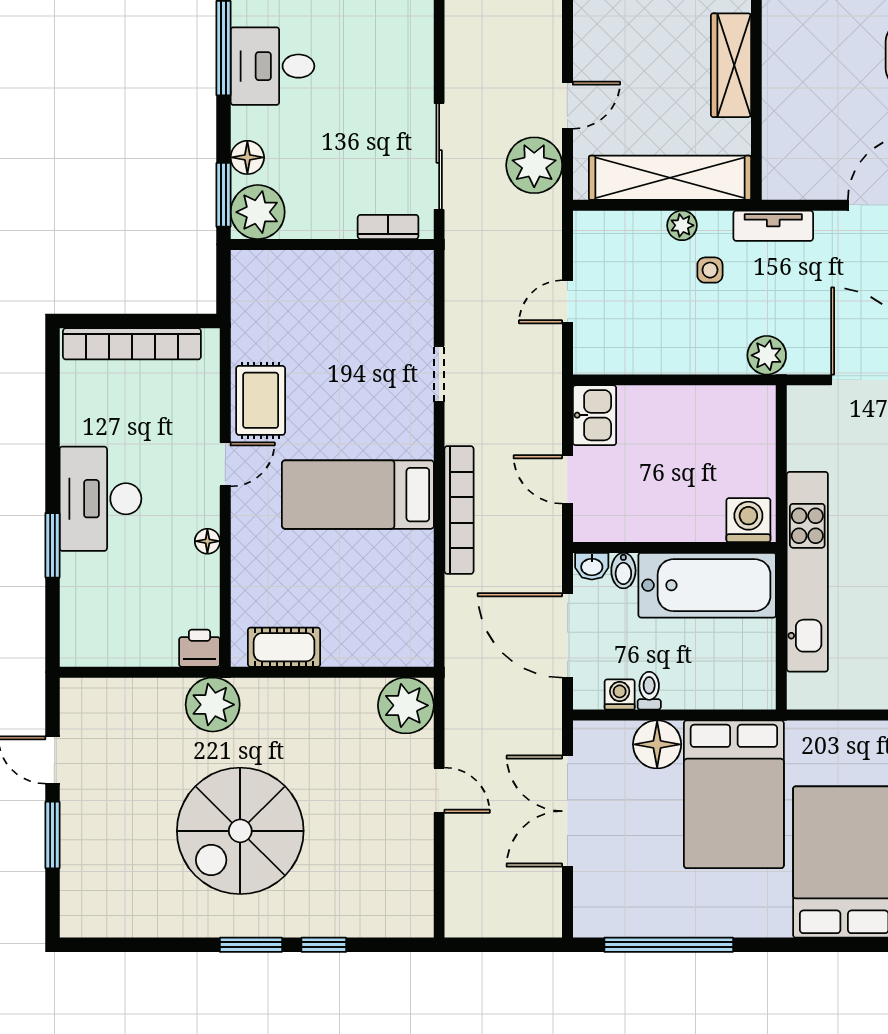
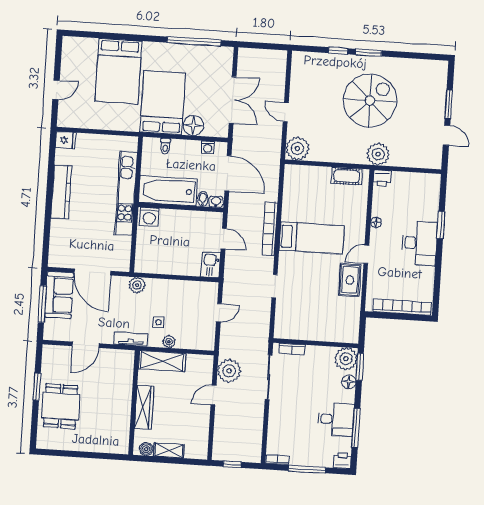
shelving: (670, 178) -> (162, 361), width x0.68
toilet: (649, 691) -> (165, 146), moved

